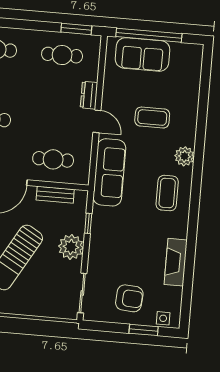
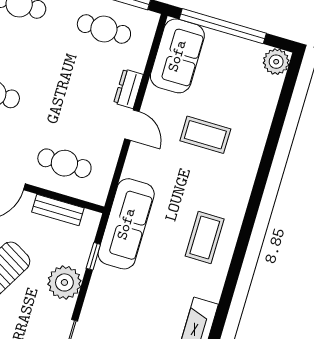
sofa: (143, 54) -> (177, 56), moved, turned -90
plant: (184, 156) -> (276, 62), moved
sofa: (109, 172) -> (126, 224), moved

